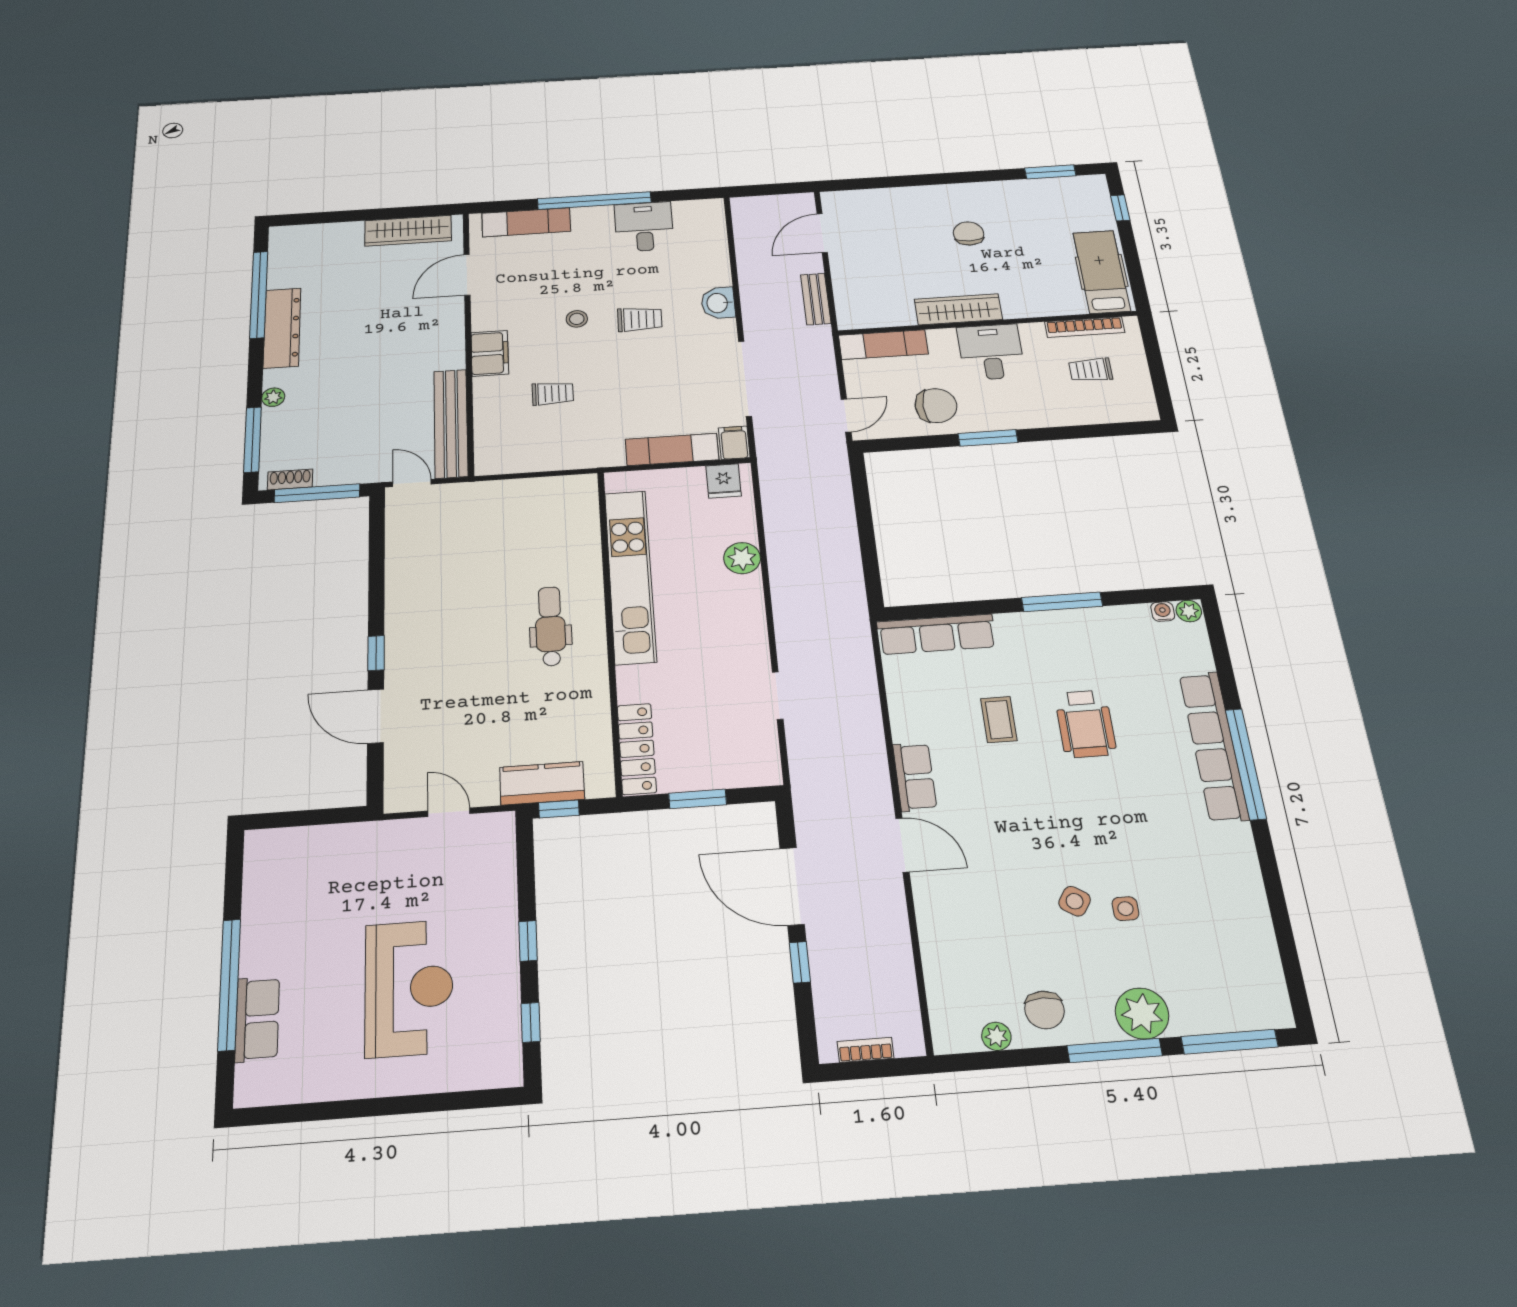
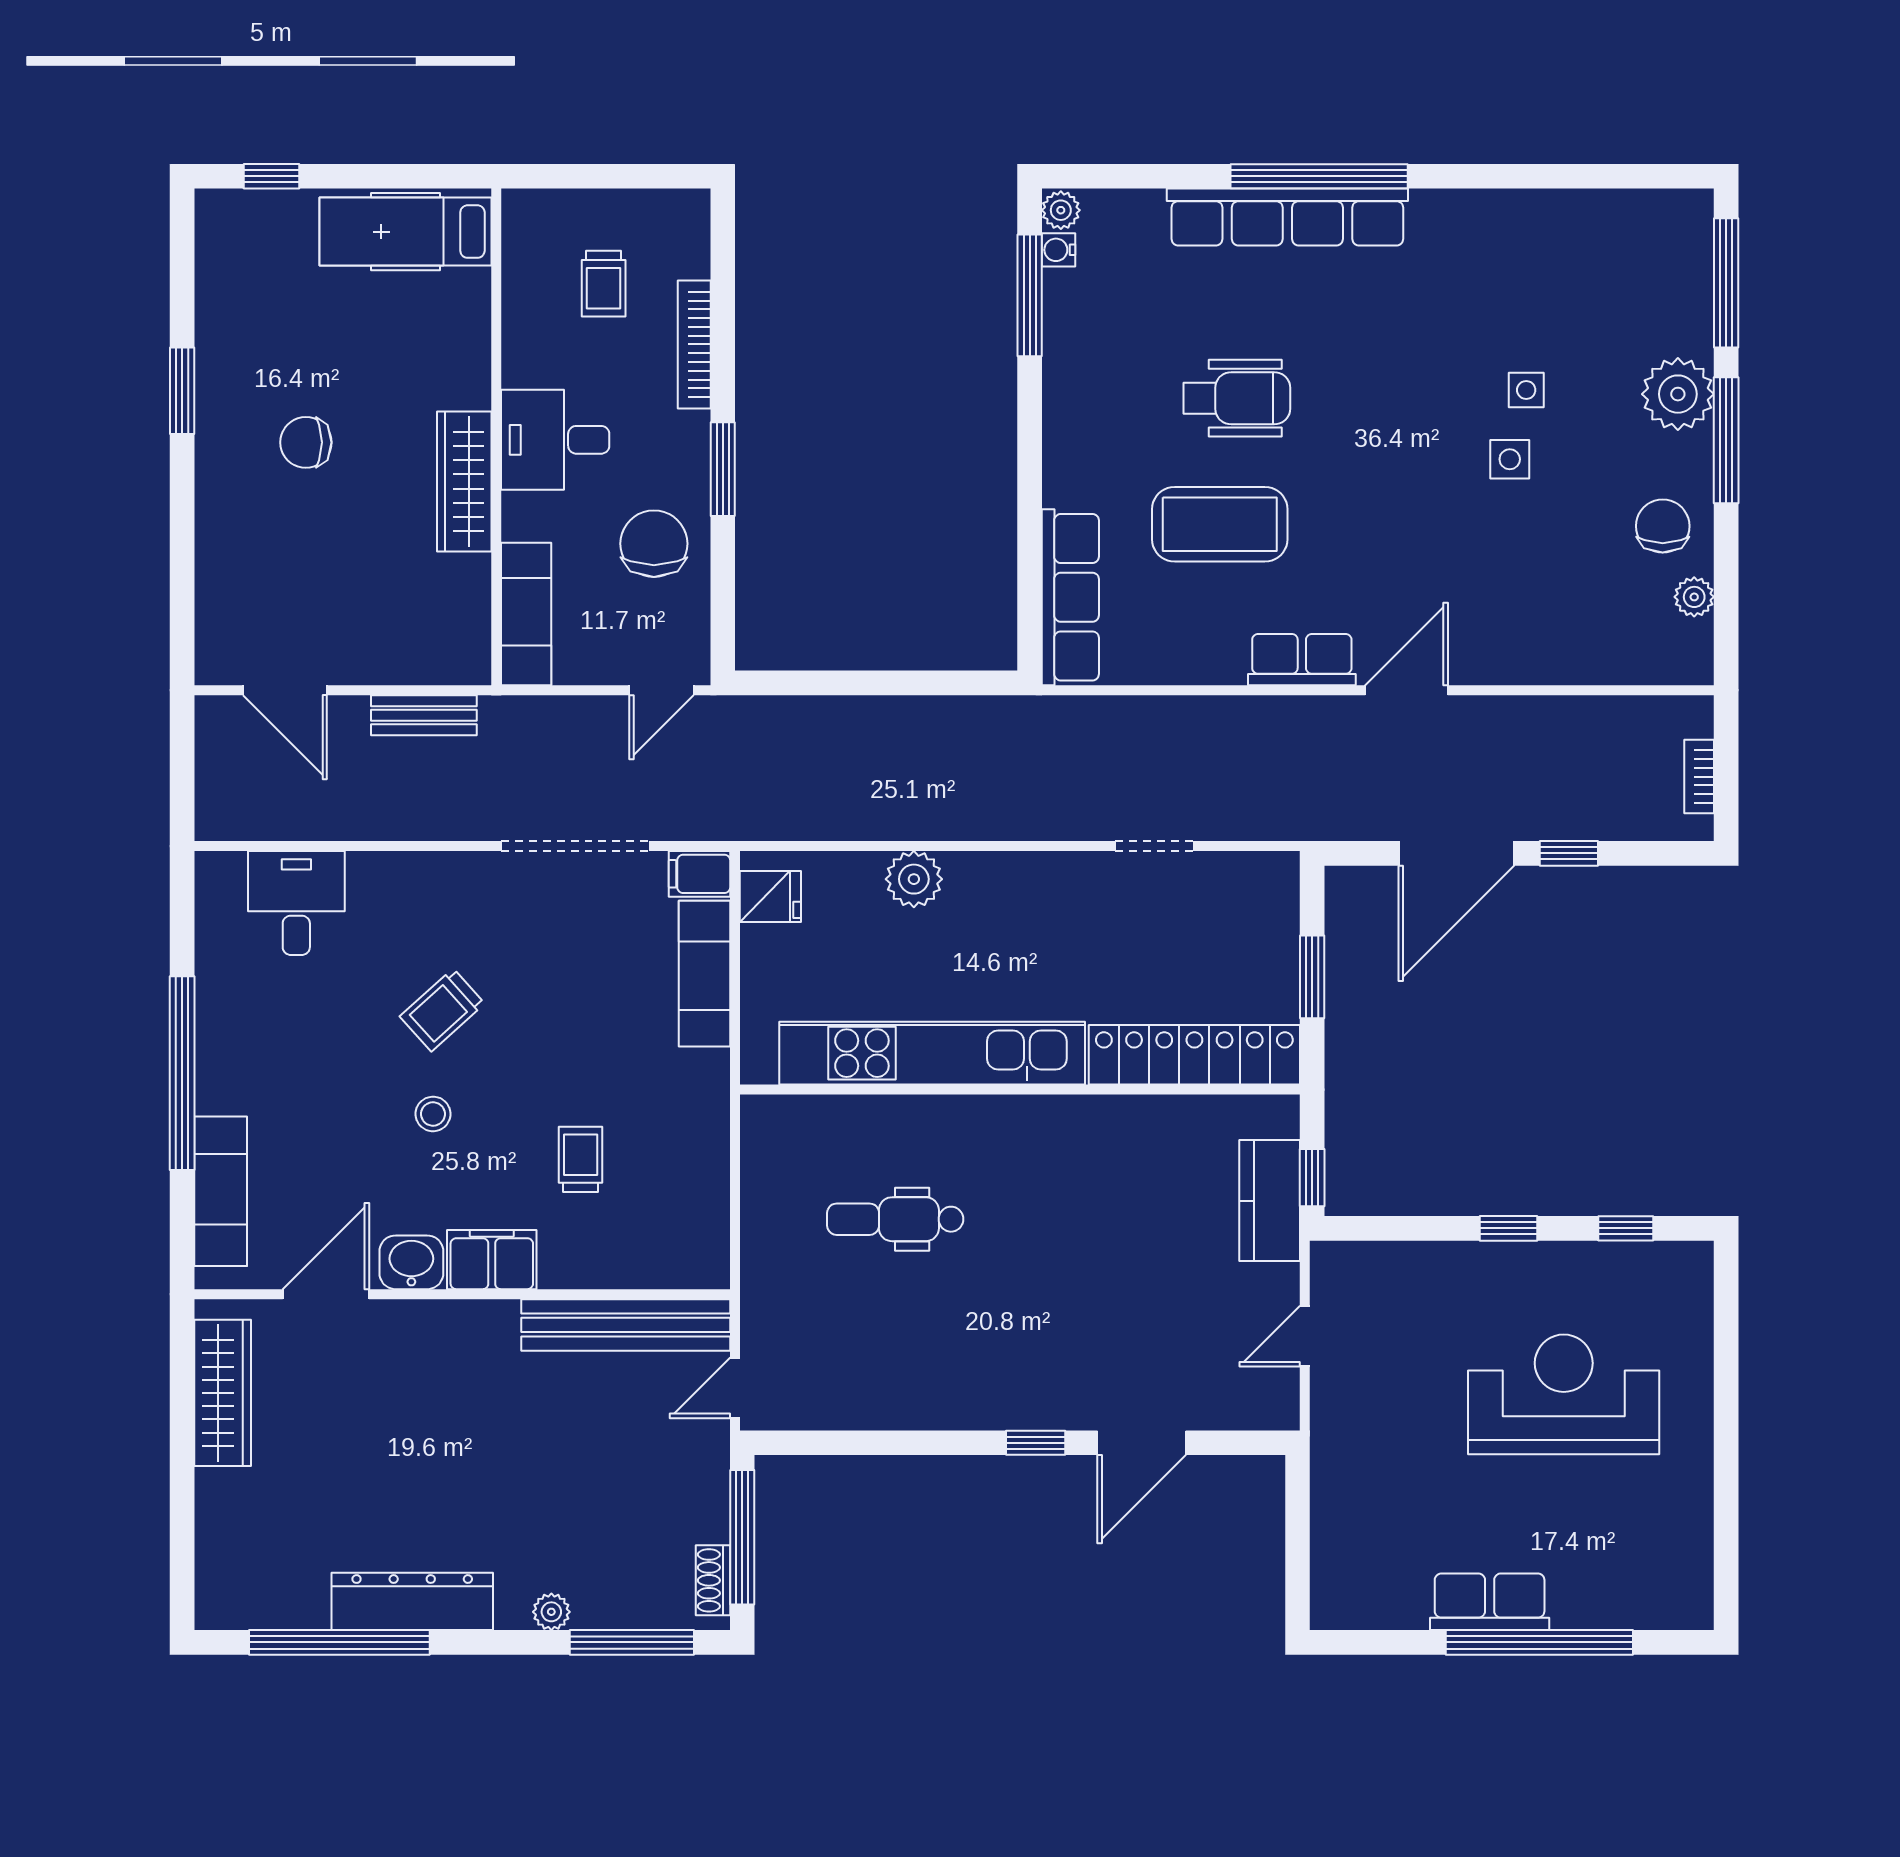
window: (1050, 172) -> (182, 391), moved
desk: (644, 227) -> (296, 903), moved, turned 90
door: (467, 275) -> (326, 1294), swing flipped
washbasin: (718, 303) -> (411, 1262), moved, turned 180
trolley: (640, 319) -> (442, 1010), turned -133
bookcase: (1085, 327) -> (694, 344), moved, turned 180
door: (846, 415) -> (661, 690), swing flipped
window: (1062, 602) -> (1030, 295), moved
dental chair: (550, 626) -> (895, 1219), moved
coffee table: (999, 720) -> (1220, 524), width x1.86, depth x1.72
locker: (637, 749) -> (1194, 1055), width x1.41, depth x1.21
side table: (1075, 901) -> (1510, 459), turned -33
chair: (1044, 1010) -> (1663, 526), turned -90
row of seats: (257, 1019) -> (1490, 1602), moved

